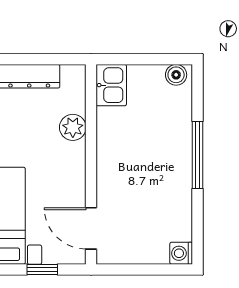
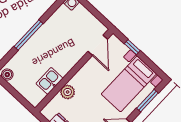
kitchen sink: (111, 85) -> (49, 81), moved

